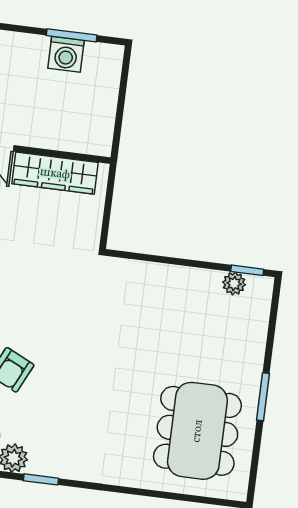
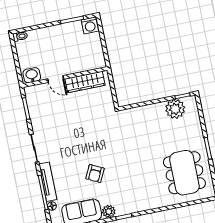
washing machine: (66, 54) -> (90, 25), moved
plant: (234, 284) -> (175, 109), width x1.88, depth x1.88

